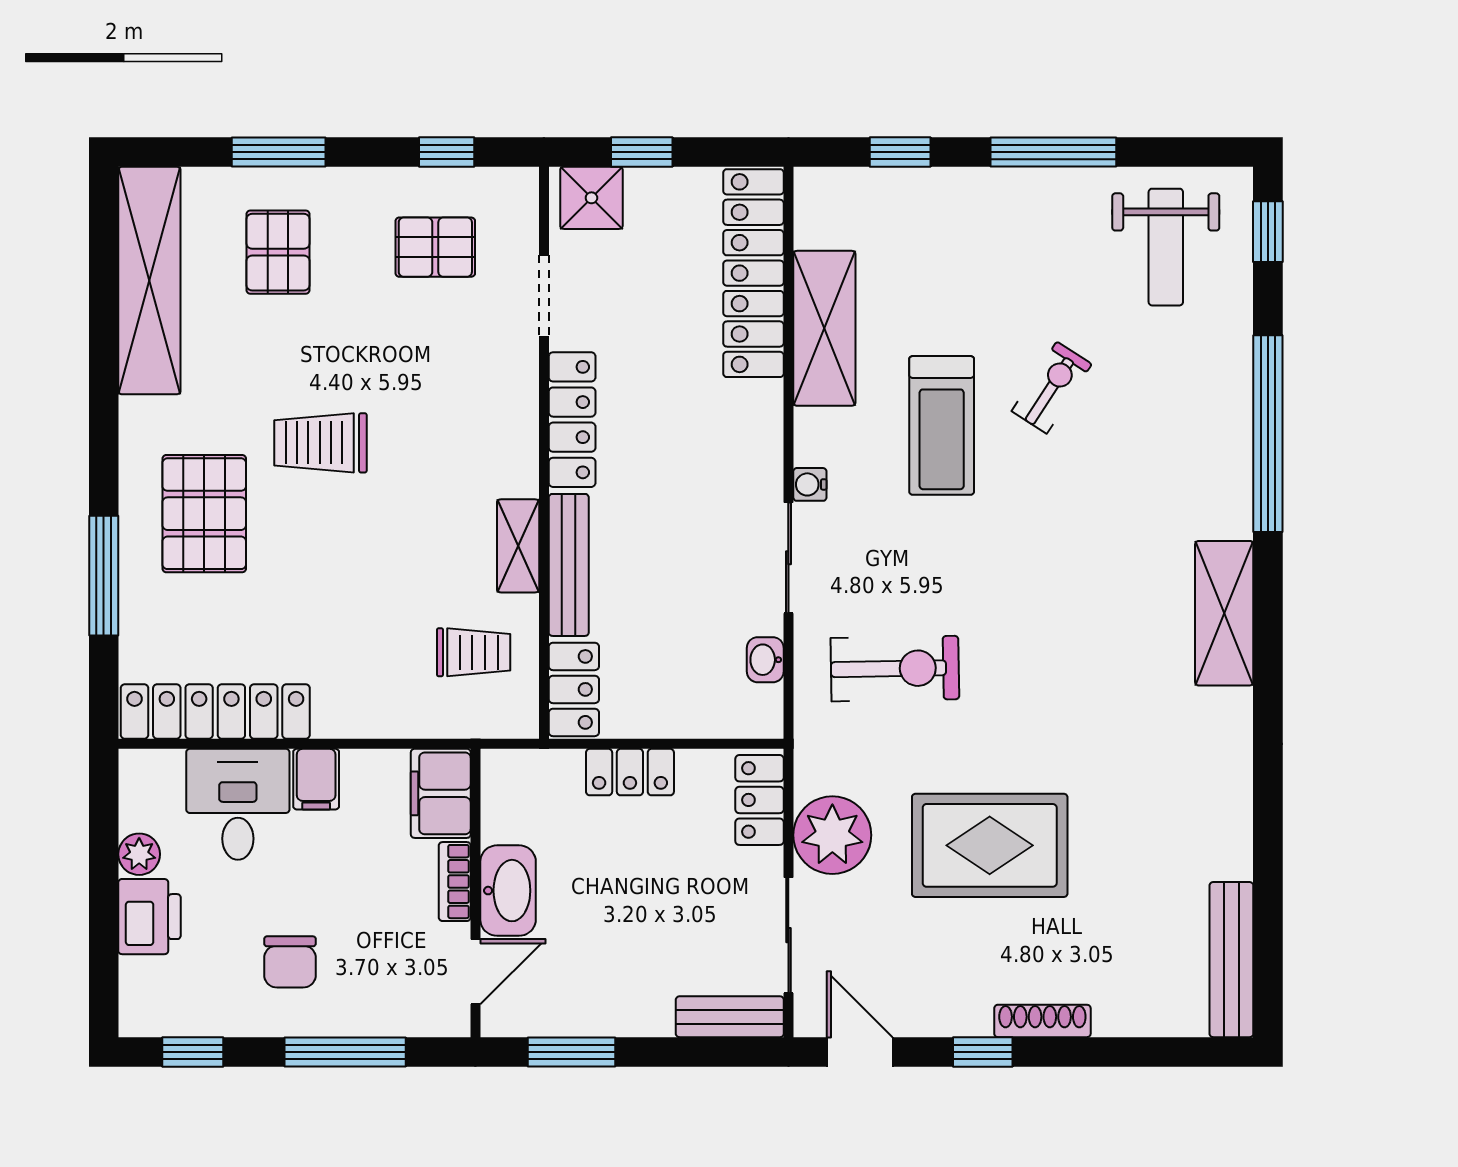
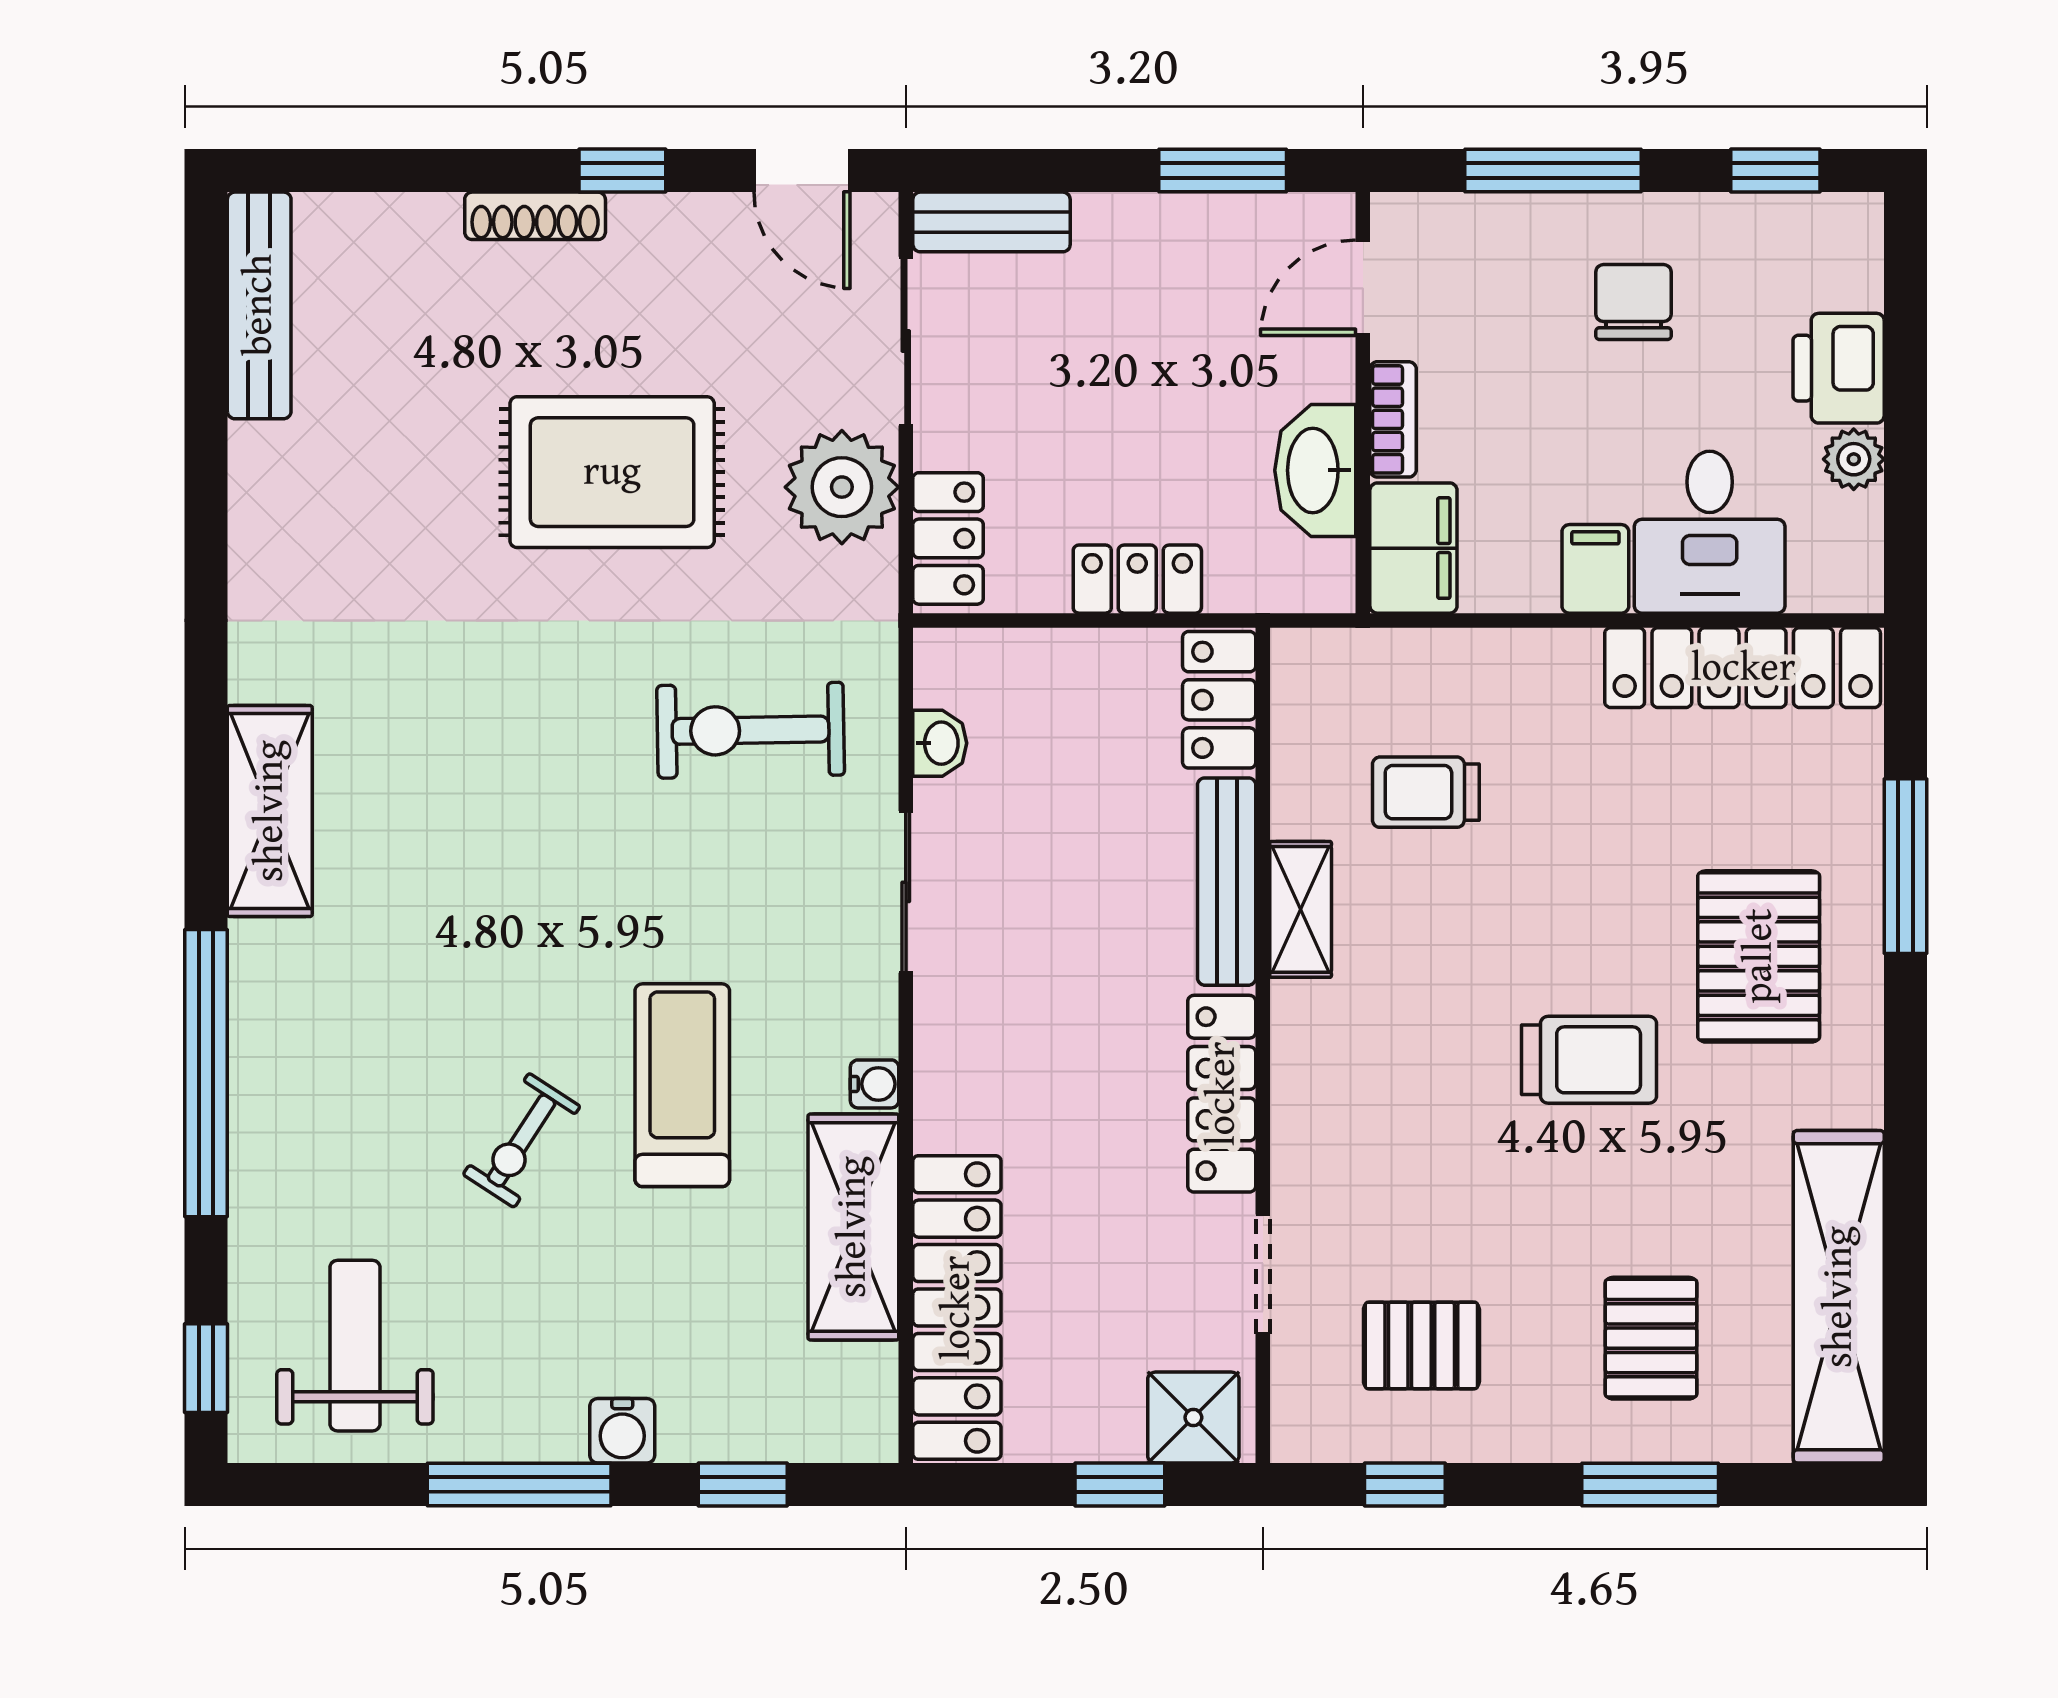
water cooler: (983, 189) -> (622, 1431), added
water cooler: (810, 484) -> (875, 1084), moved
trolley: (474, 652) -> (1426, 792), moved
washbasin: (508, 891) -> (1315, 470), moved

